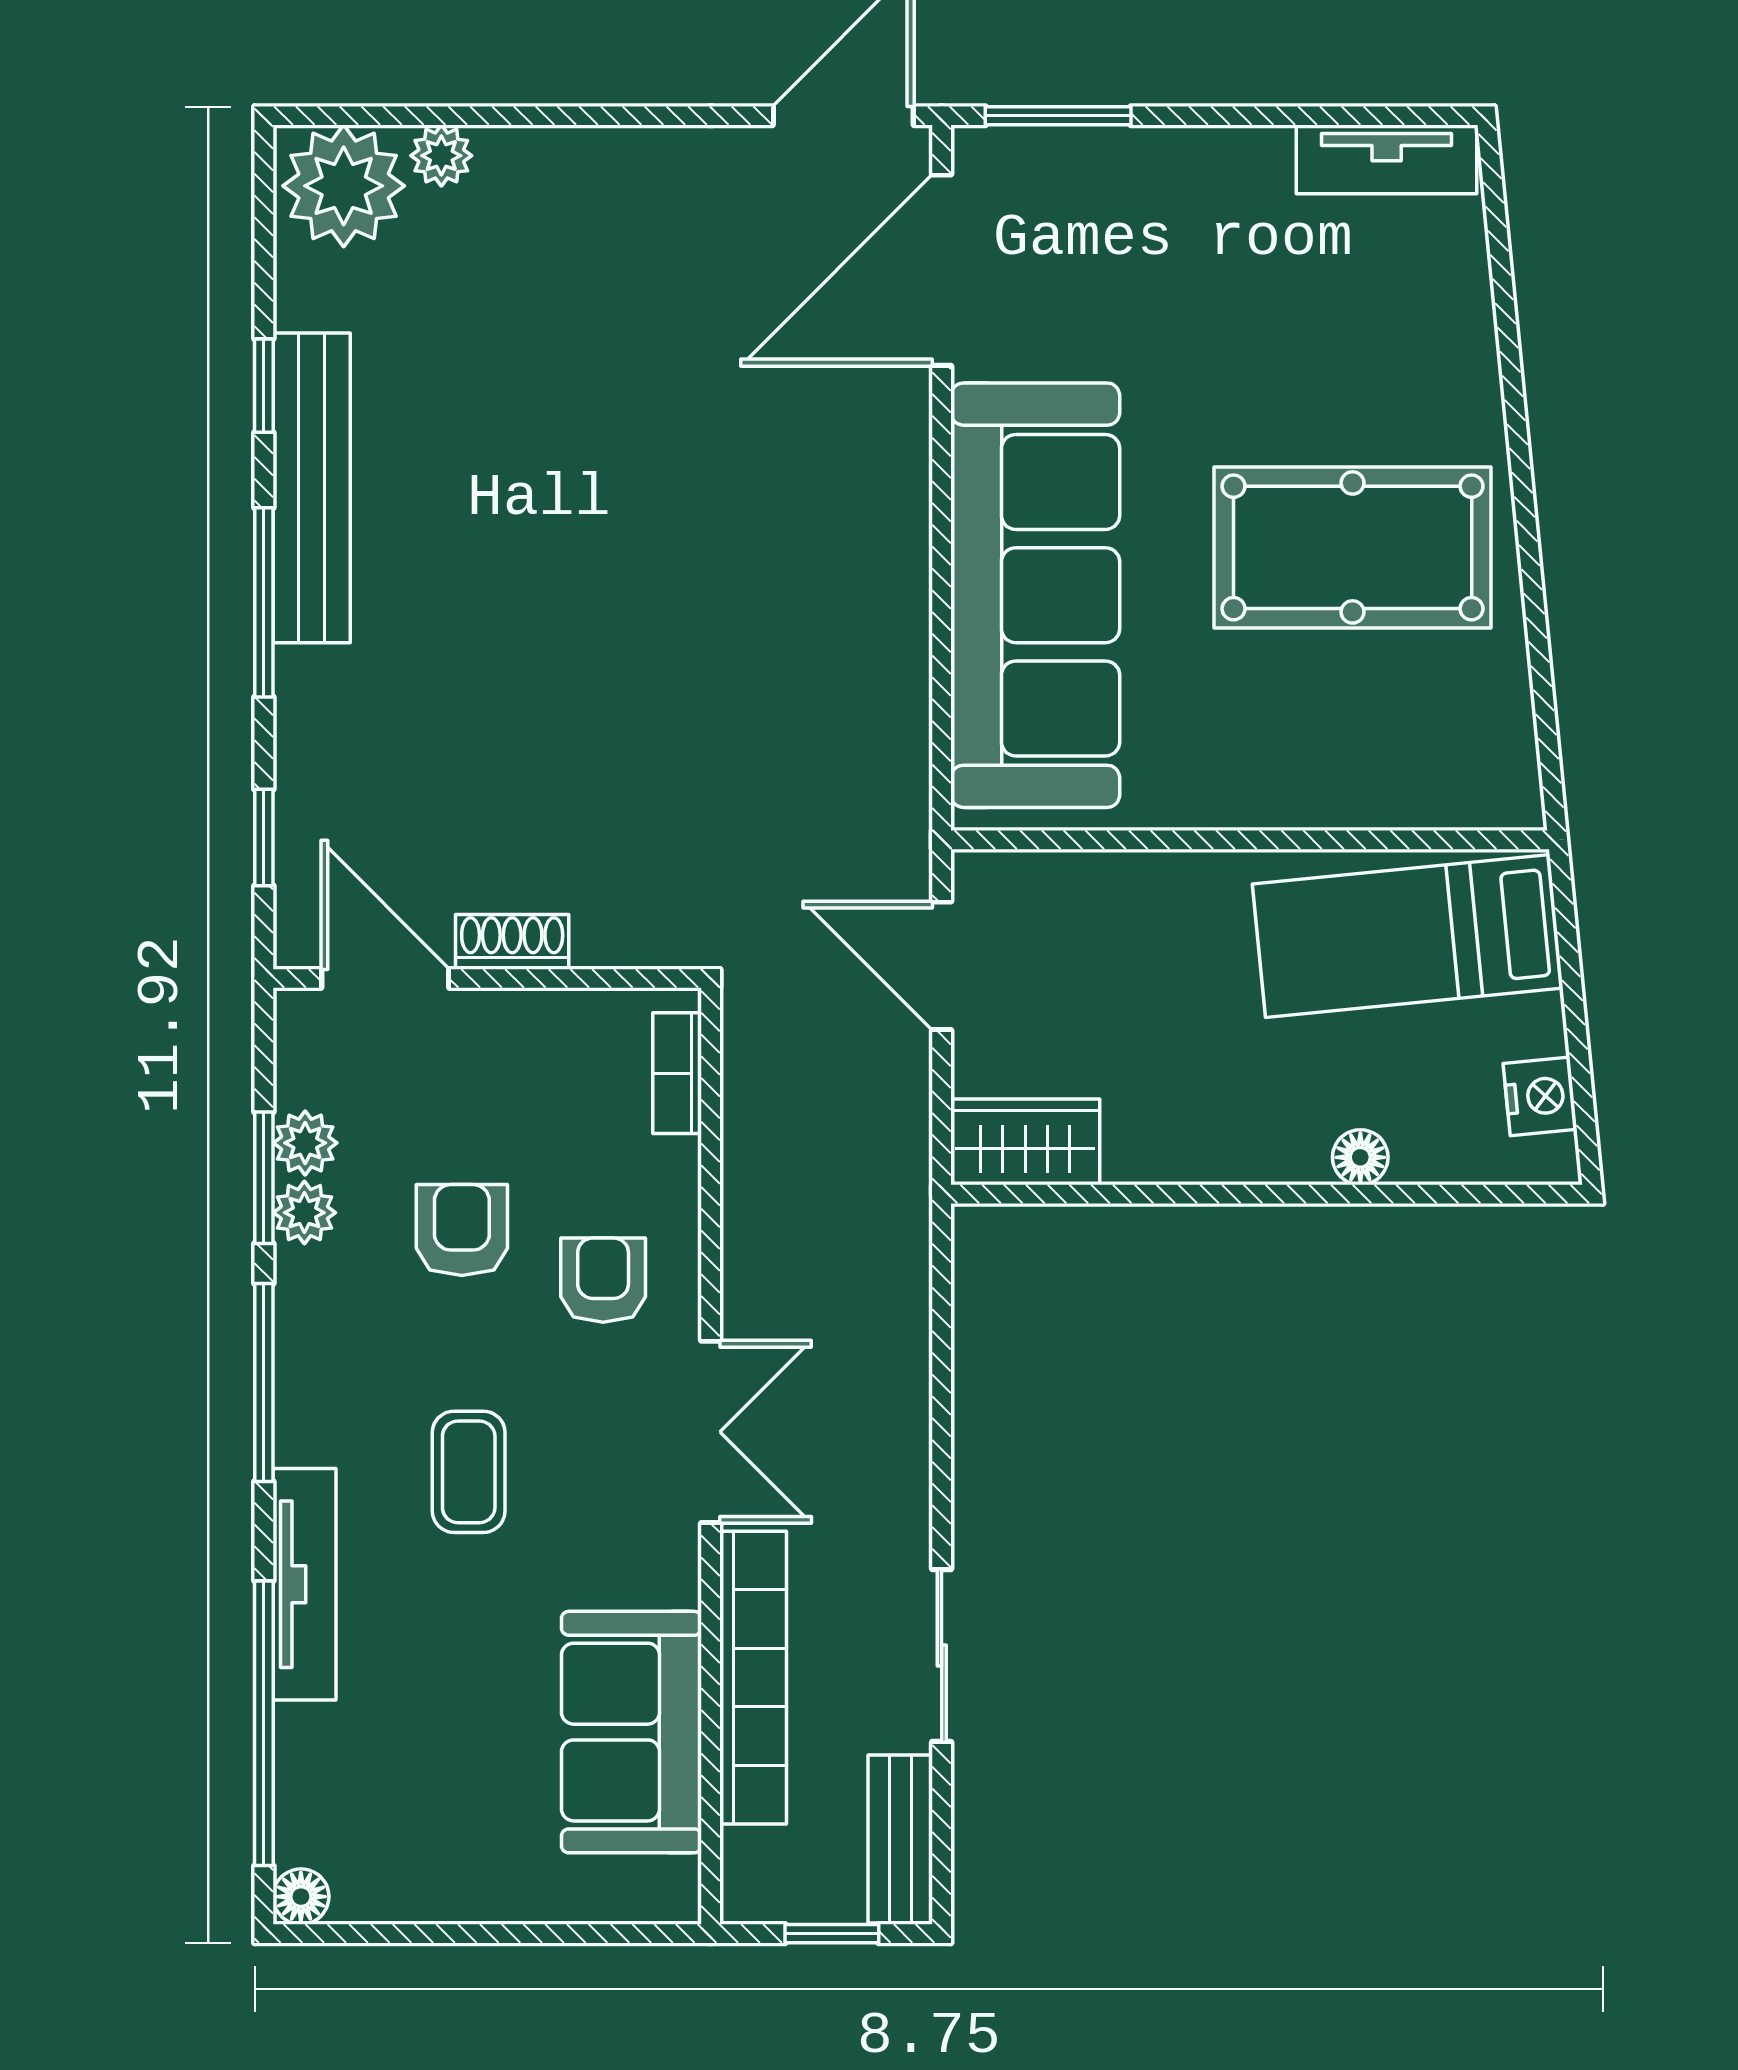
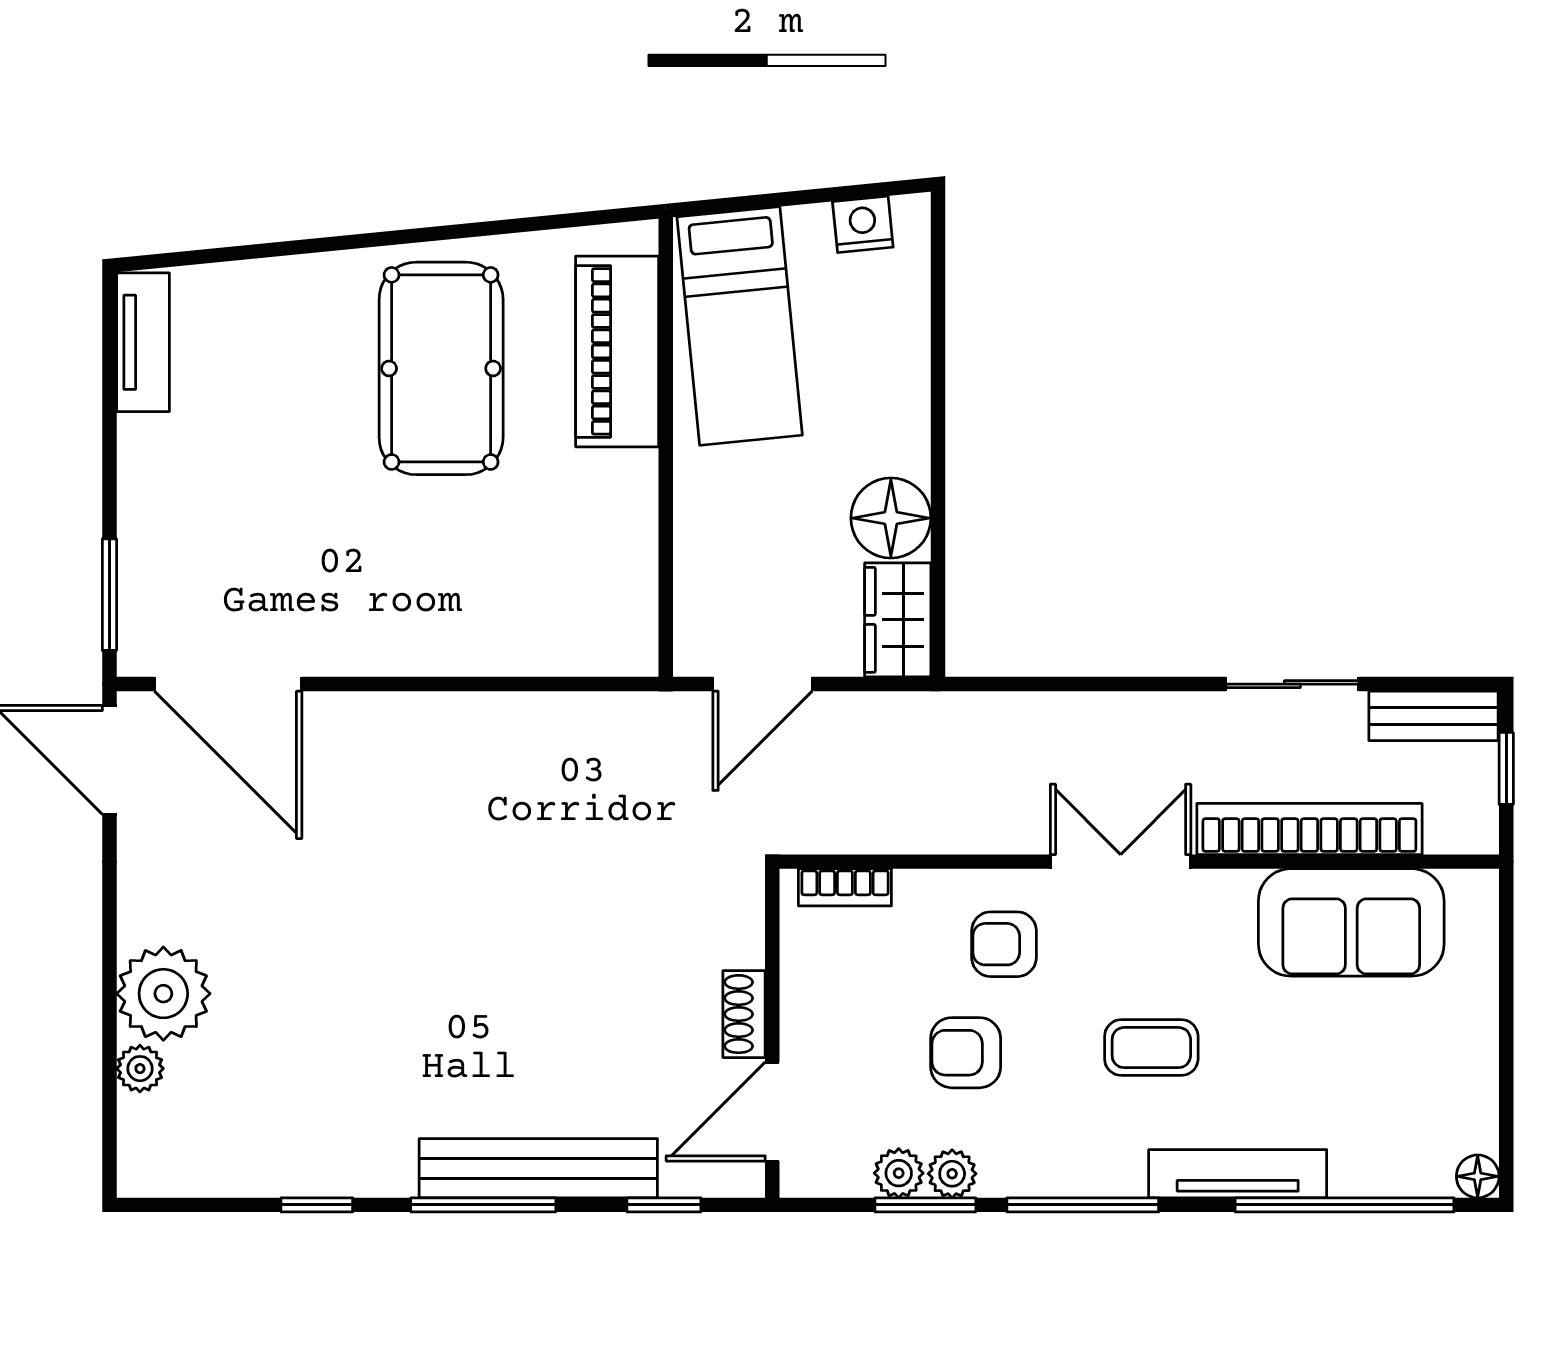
plant: (344, 186) -> (163, 994), moved
bench: (312, 488) -> (538, 1168), moved
sofa: (1035, 595) -> (478, 612), removed
piano: (1375, 777) -> (617, 351), added
floor lamp: (1360, 1157) -> (891, 518), moved, width x1.89, depth x1.89

